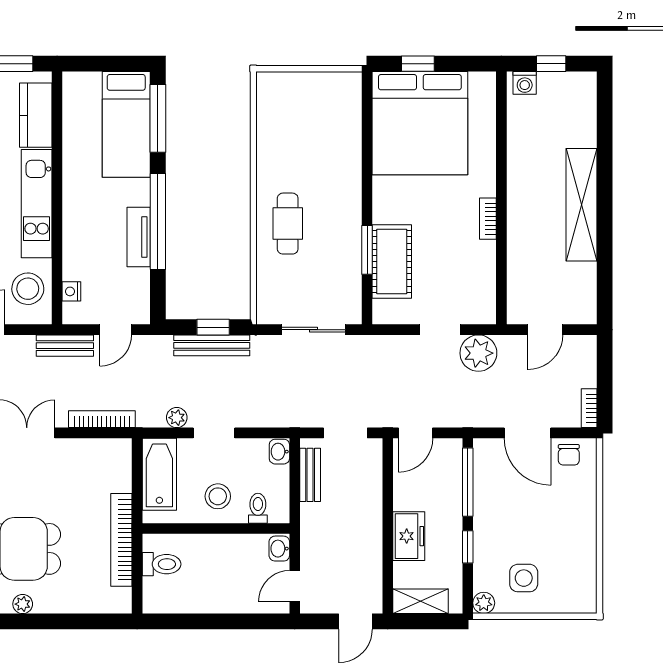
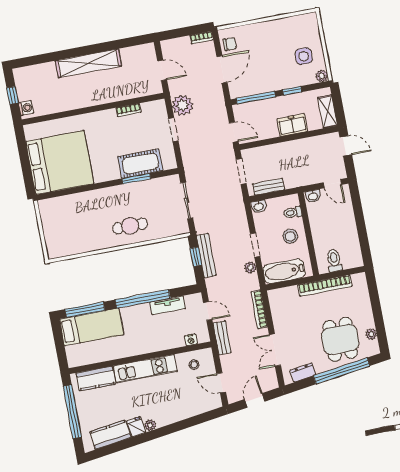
window: (418, 64) -> (27, 170), removed
bookcase: (488, 219) -> (128, 110), moved
tv unit: (139, 237) -> (168, 305), moved
stool: (28, 289) -> (194, 365), width x0.53, depth x0.53

